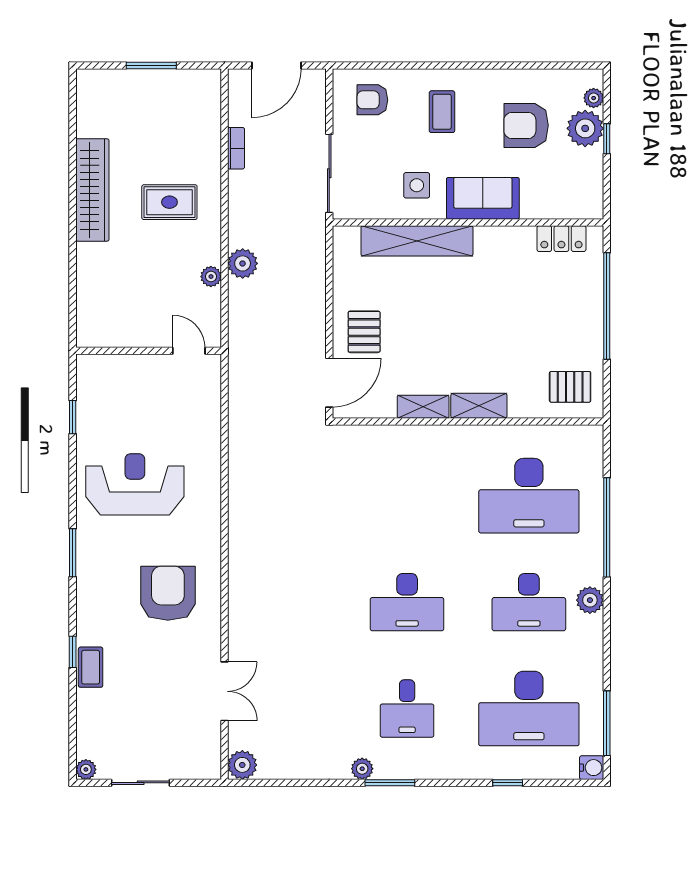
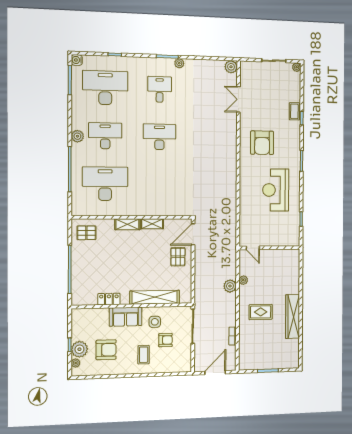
armchair: (372, 100) -> (166, 340), moved
locker: (561, 239) -> (109, 299), moved
reception desk: (135, 484) -> (276, 190), turned 90

